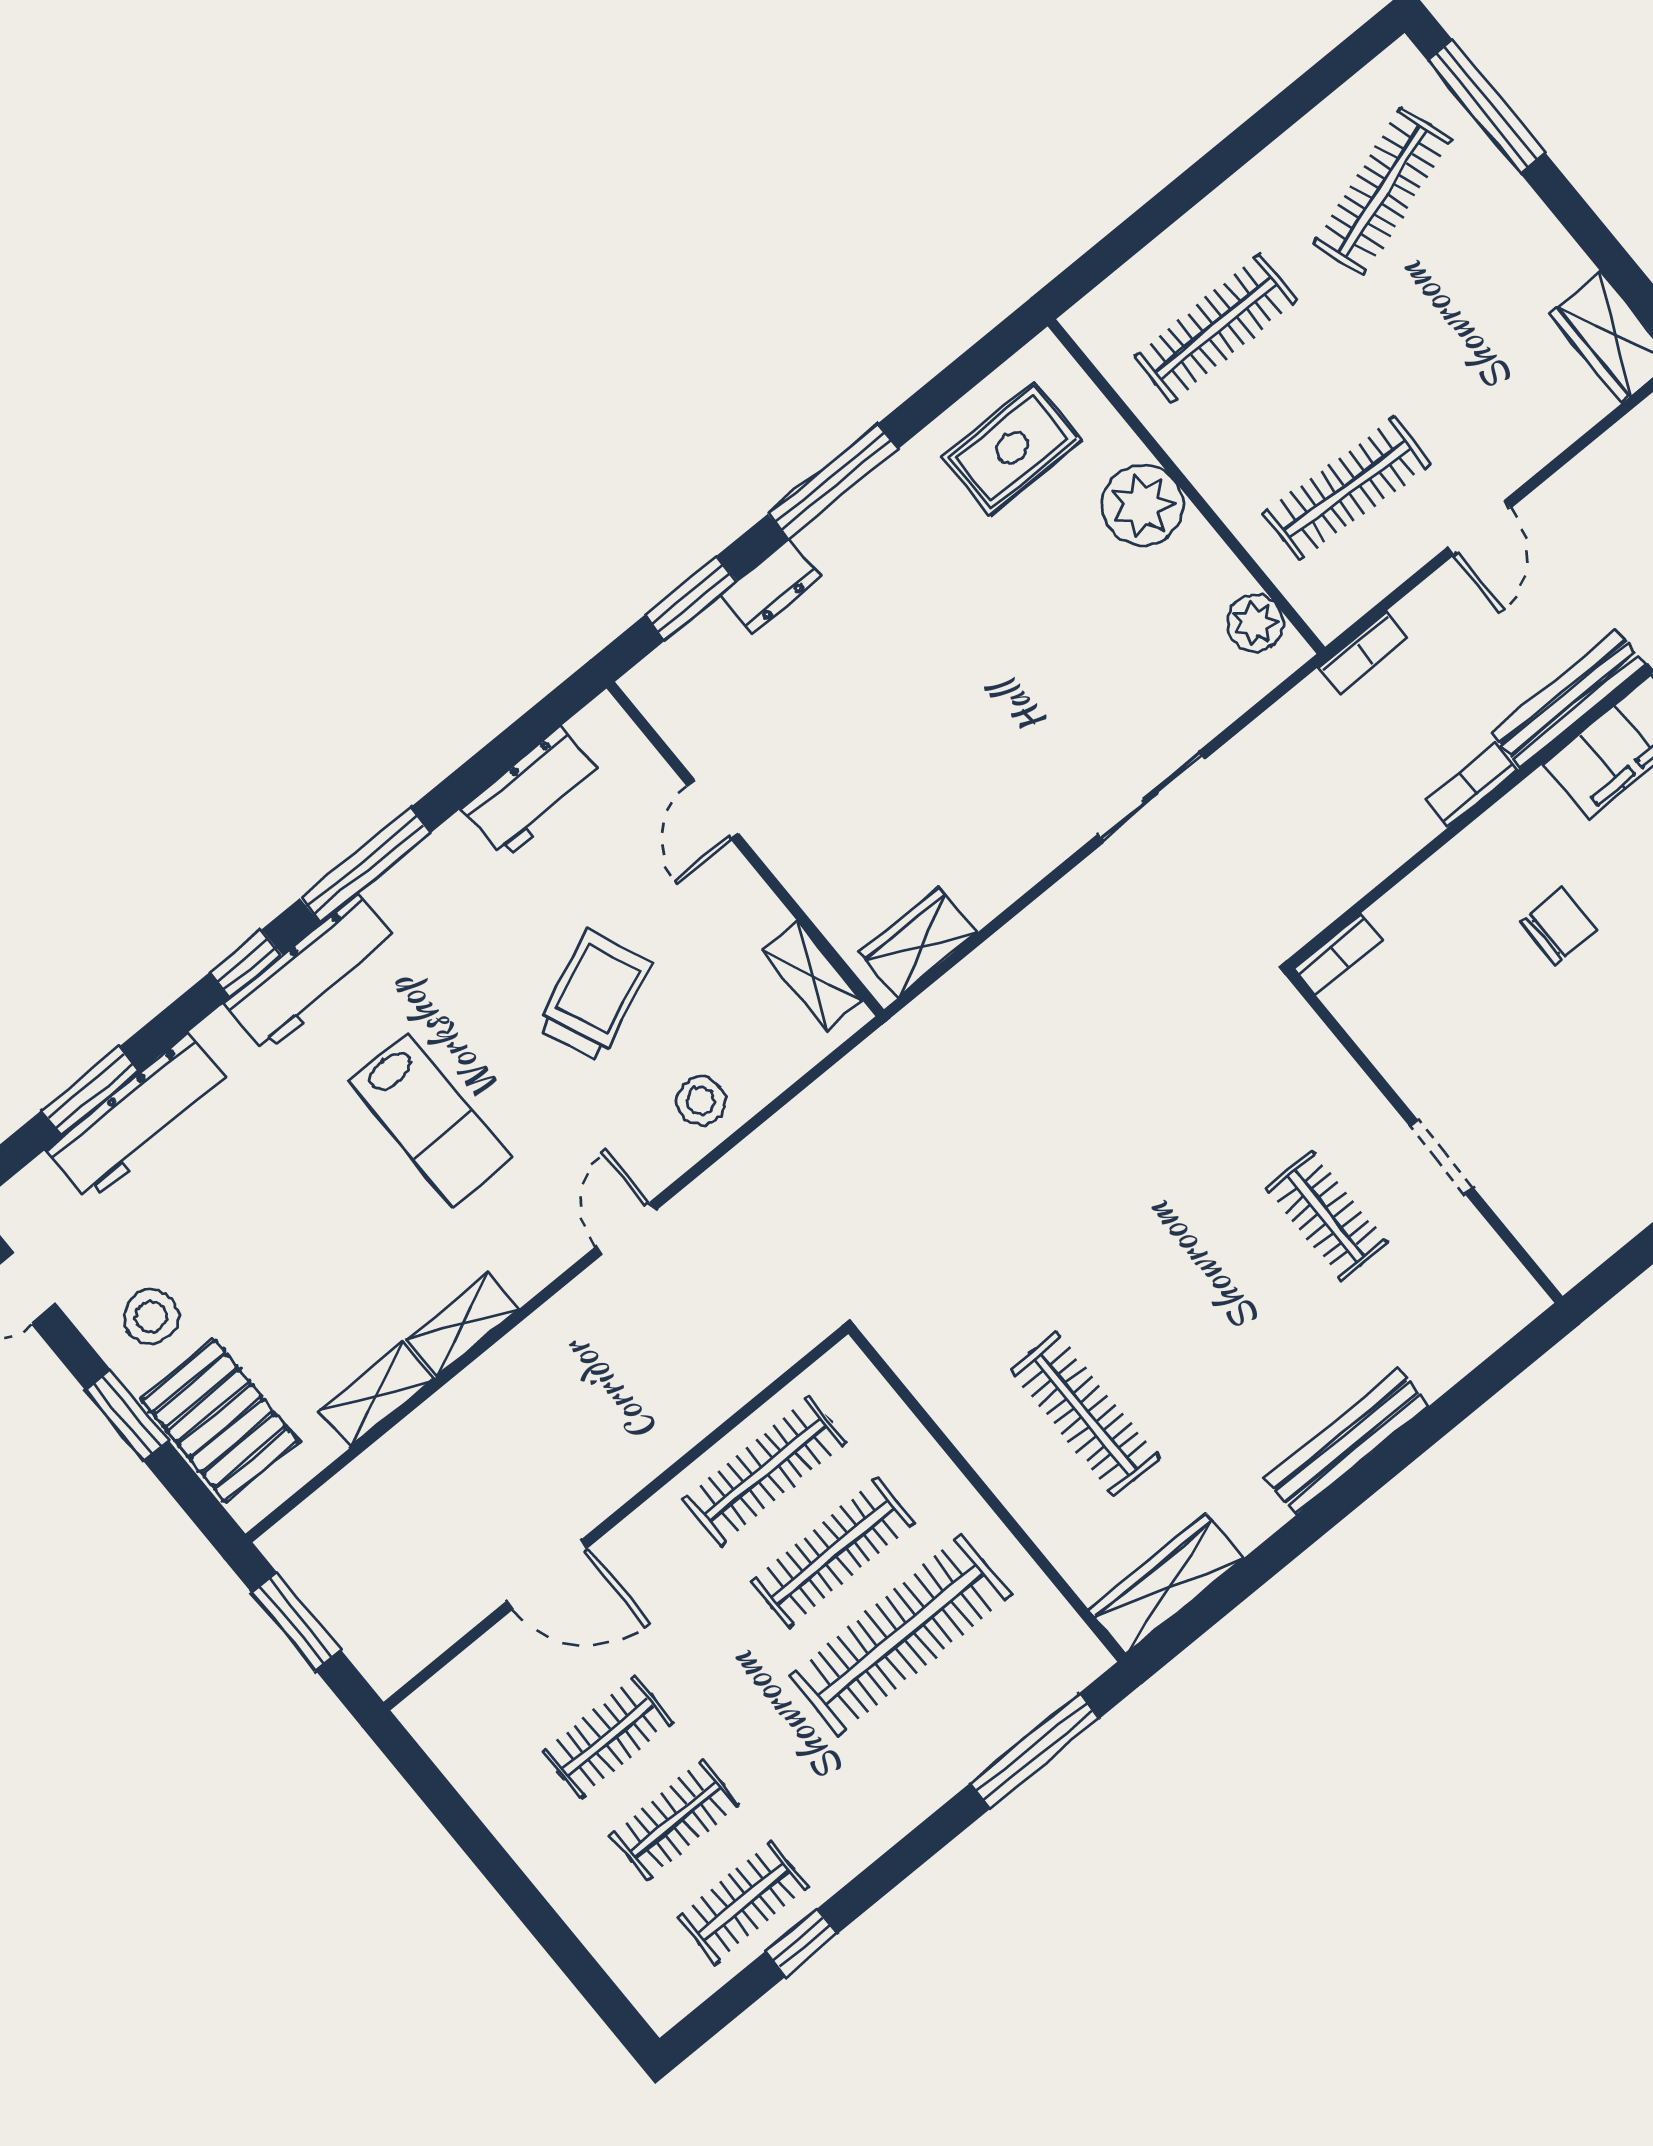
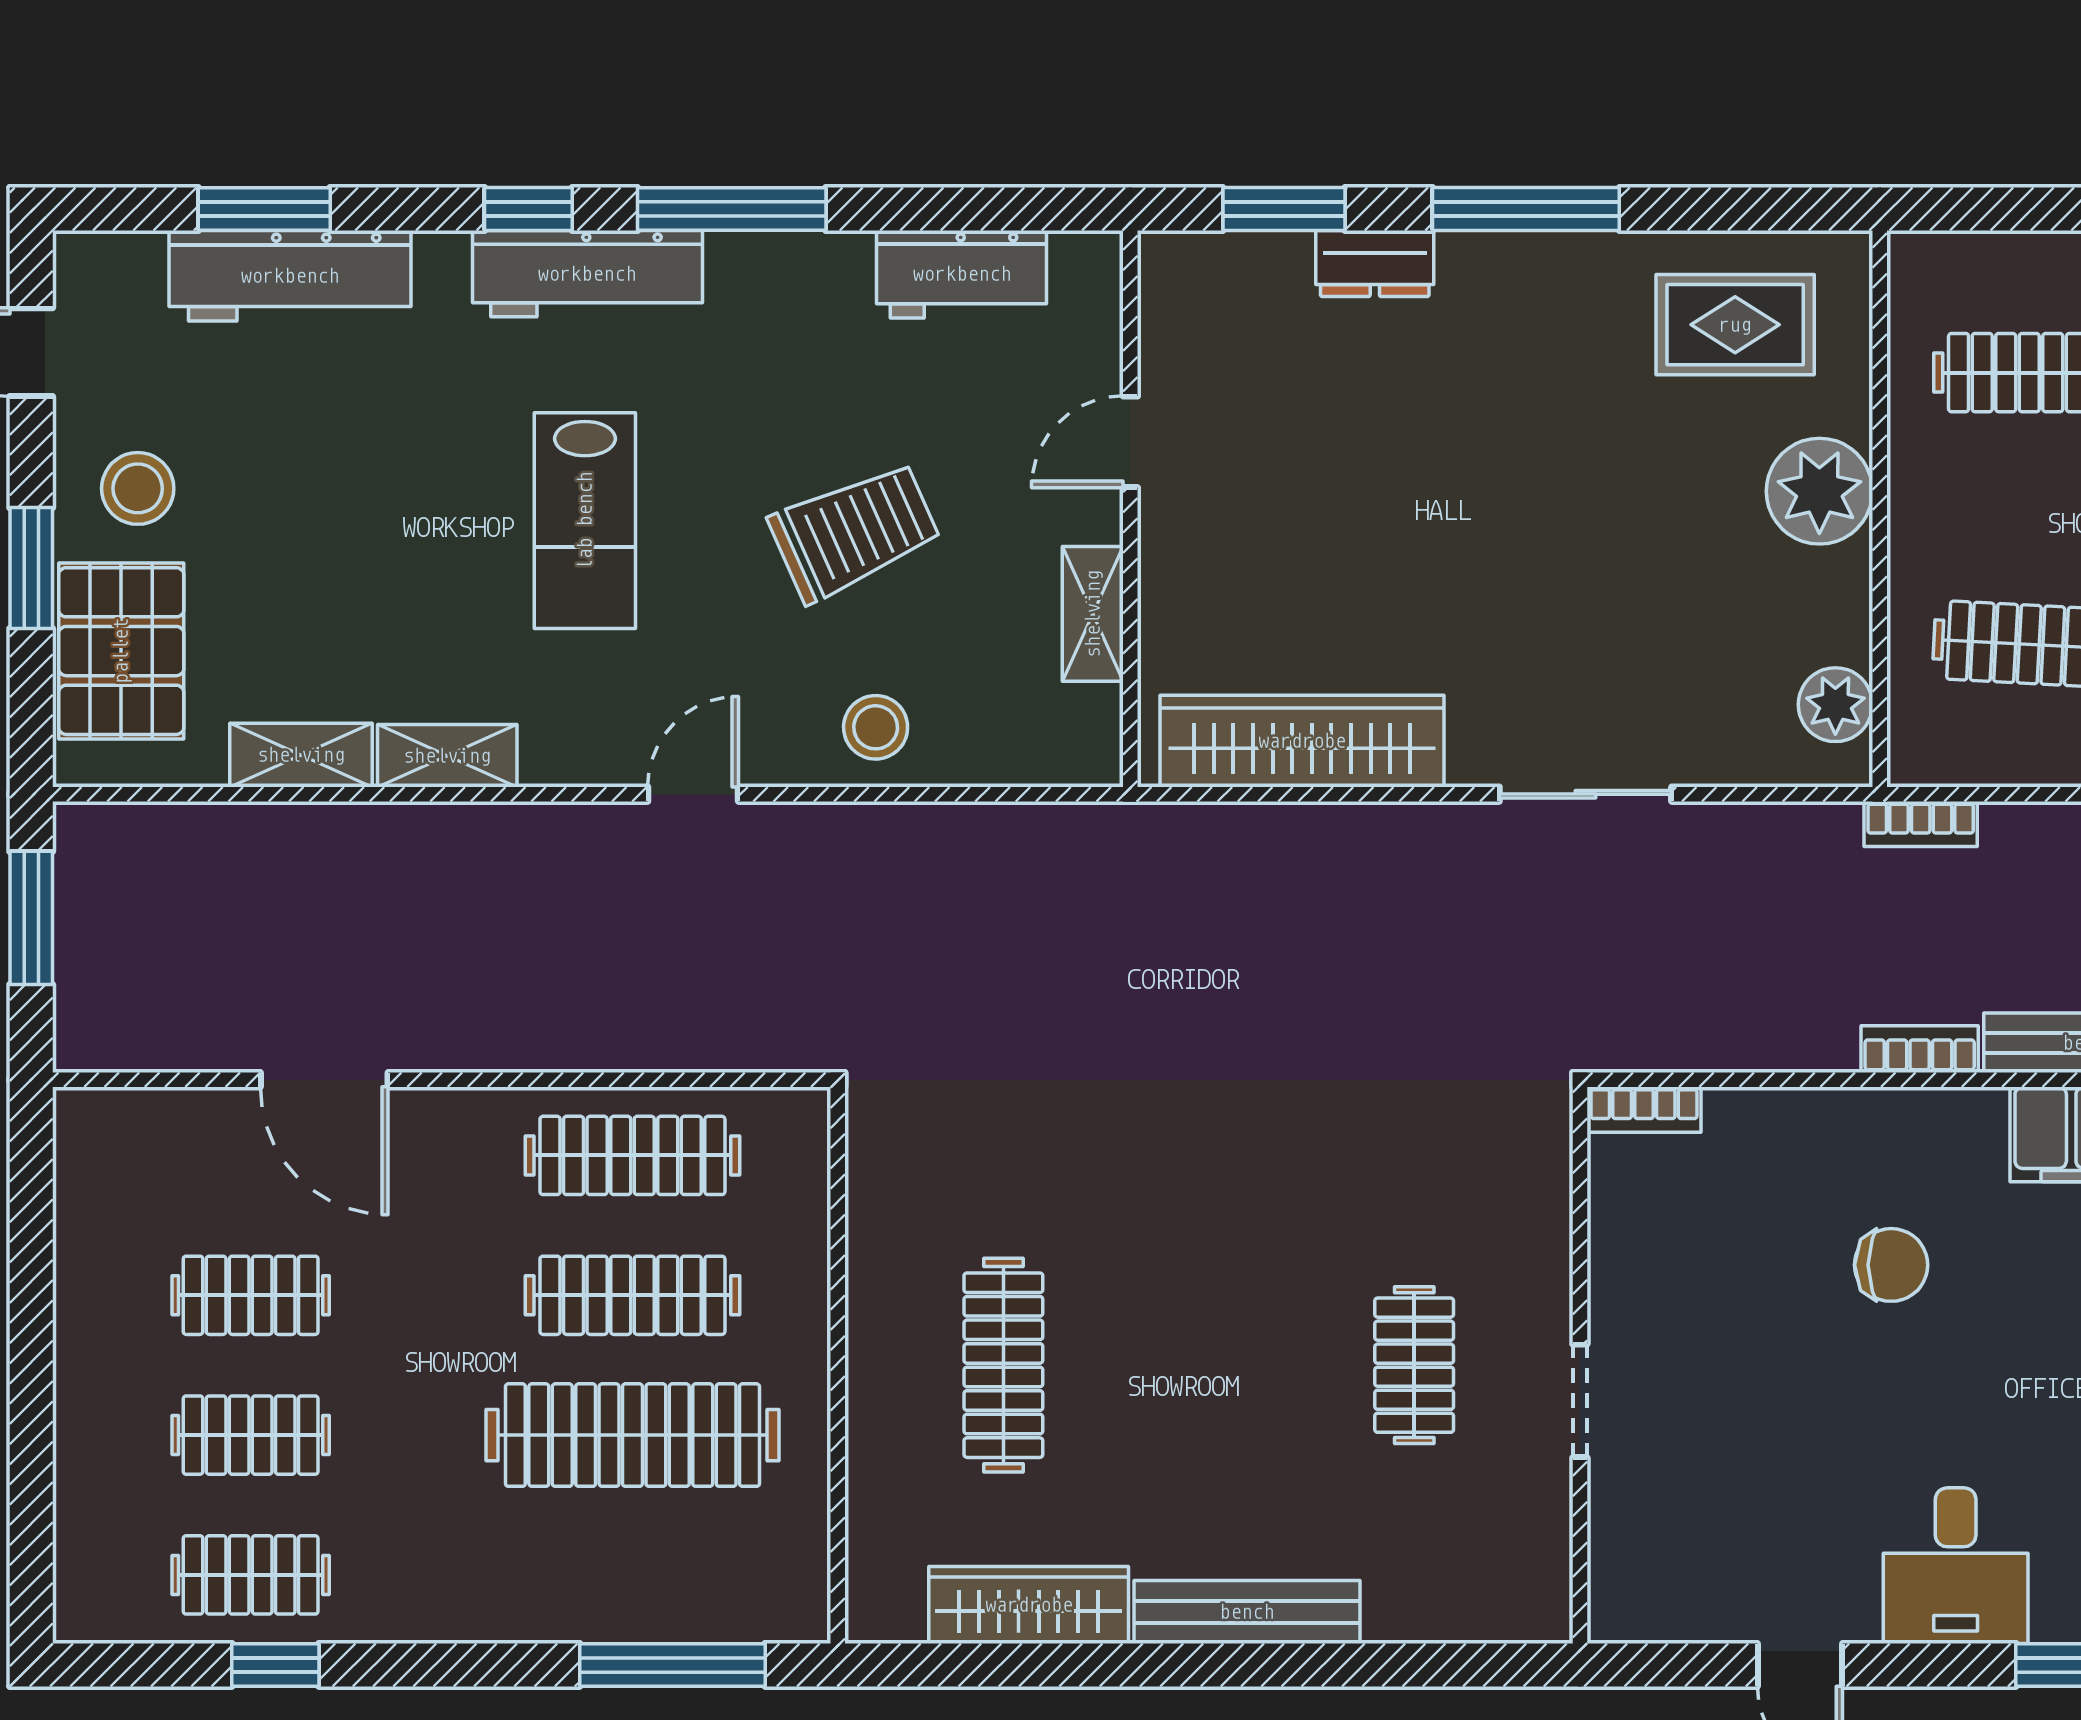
wardrobe: (918, 943) -> (1302, 741), width x2.10, depth x1.17
shelving: (812, 975) -> (1093, 614), moved
wardrobe: (1166, 1584) -> (1029, 1605), moved

